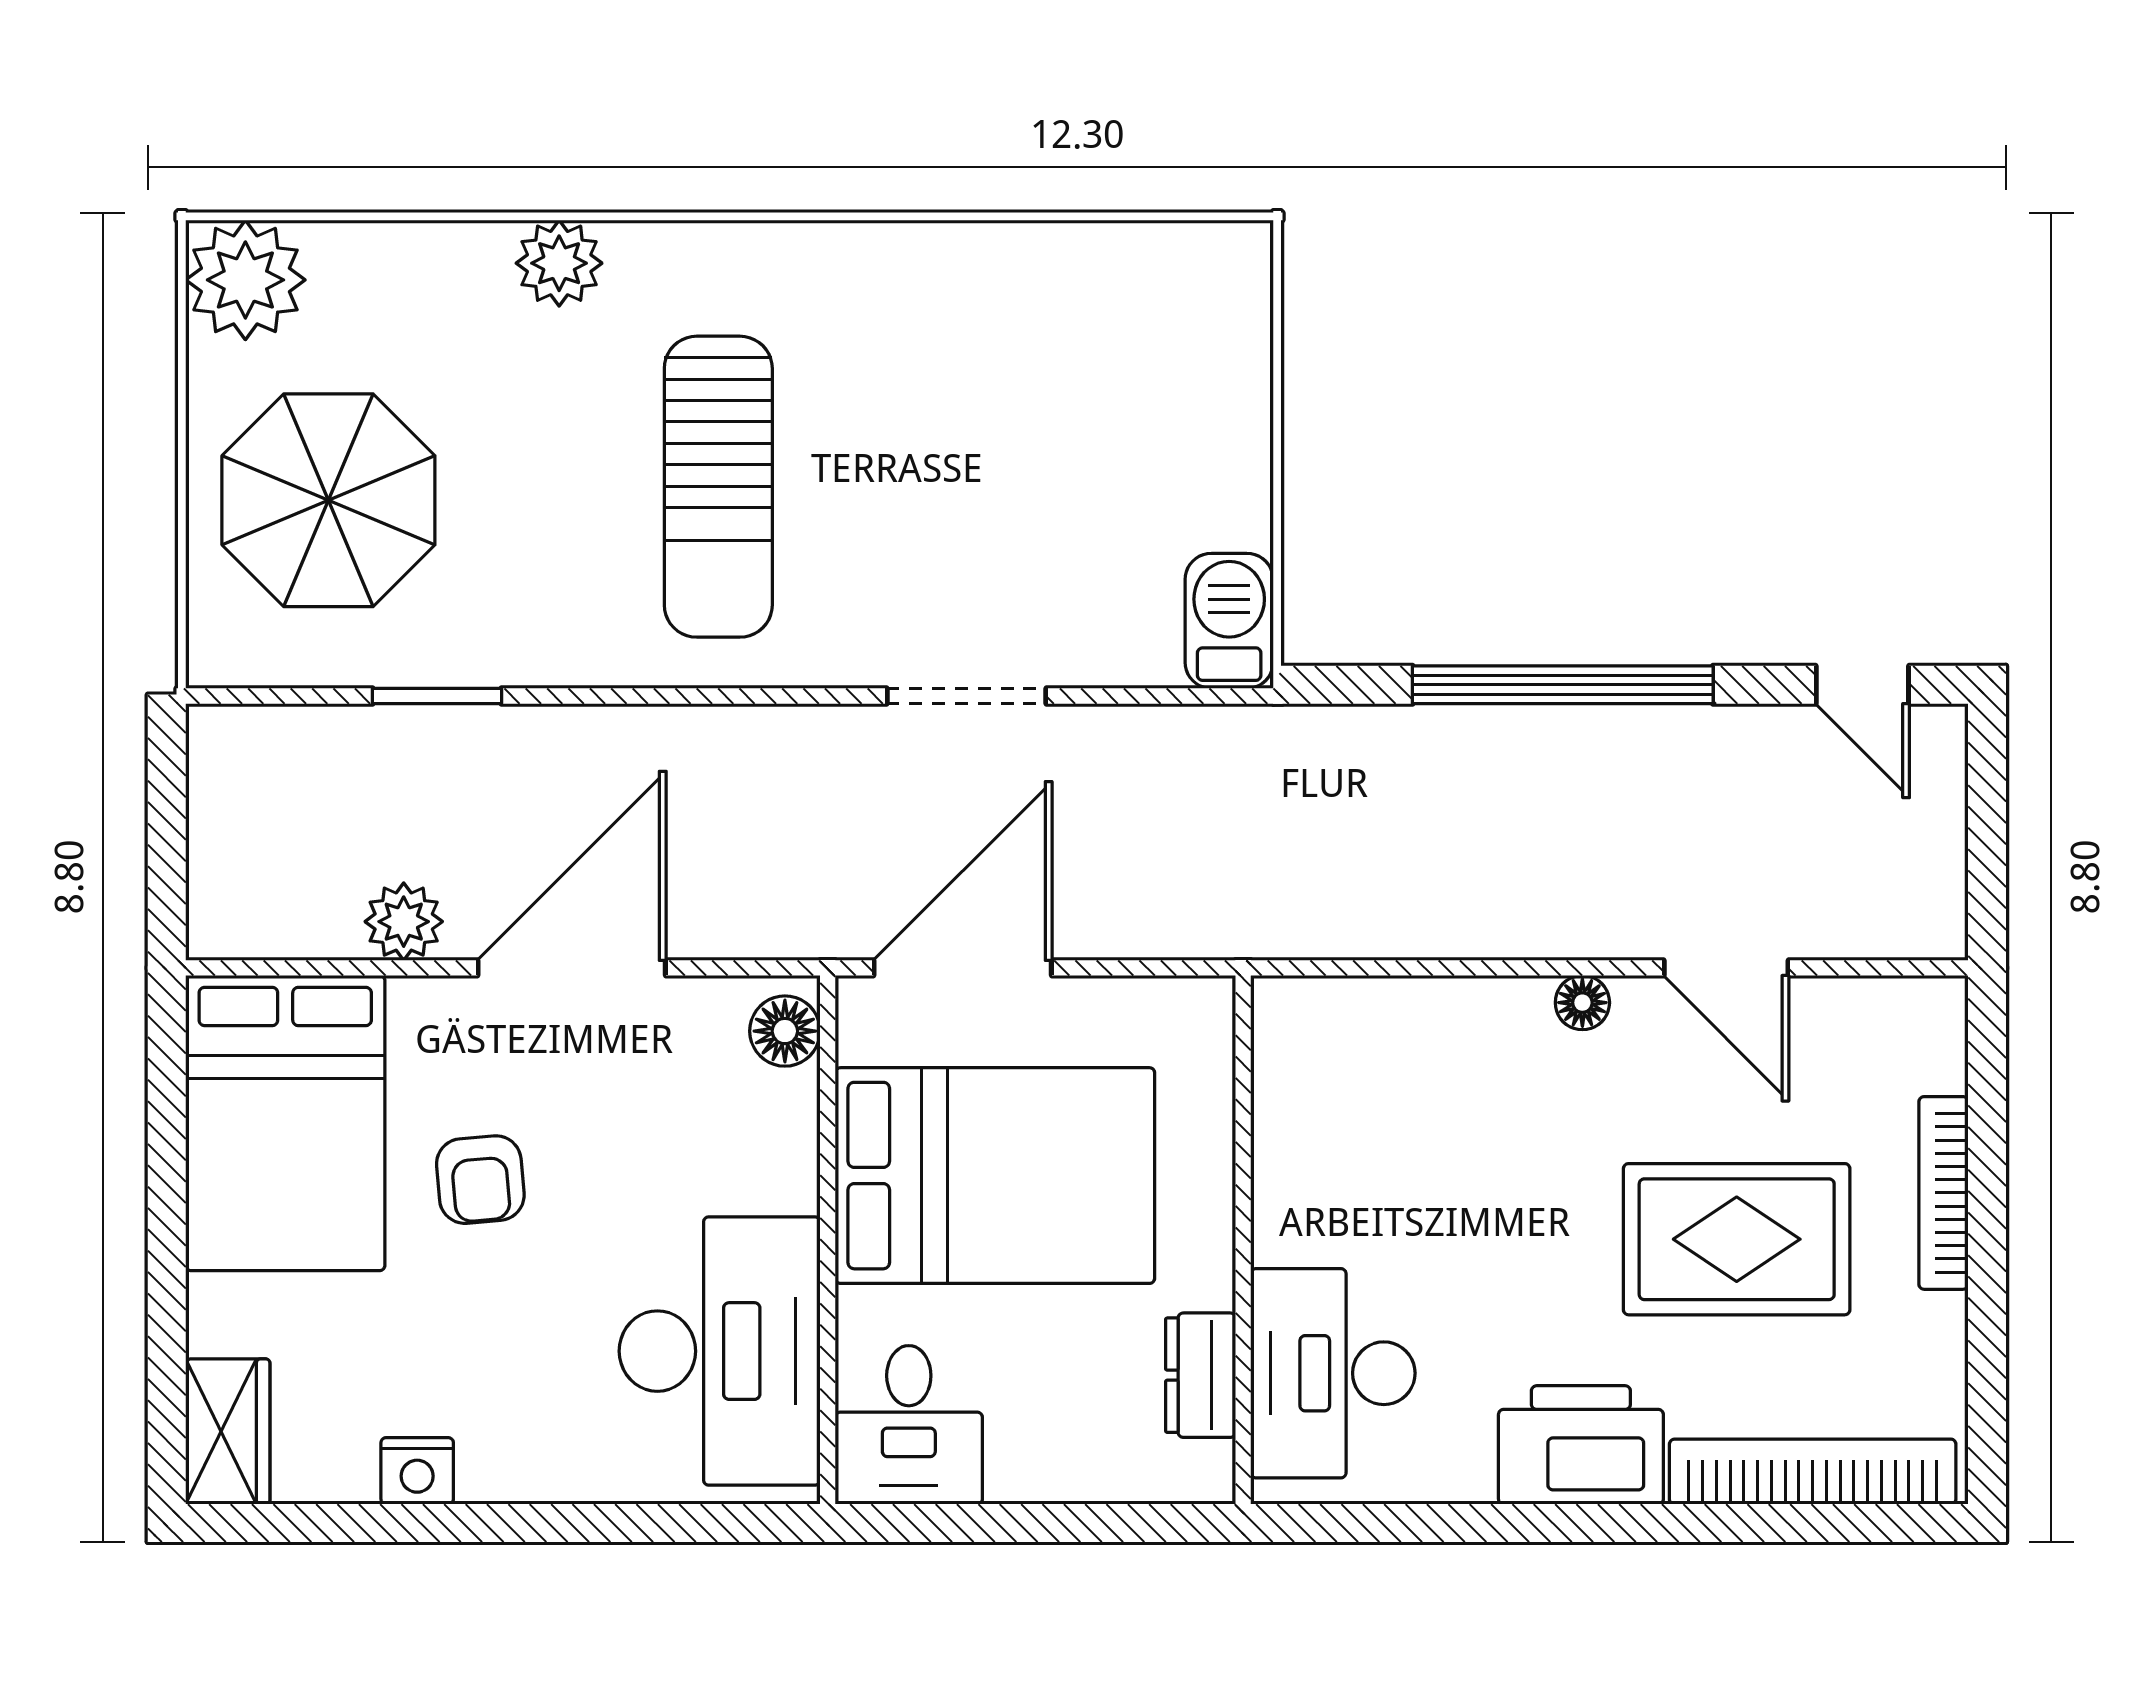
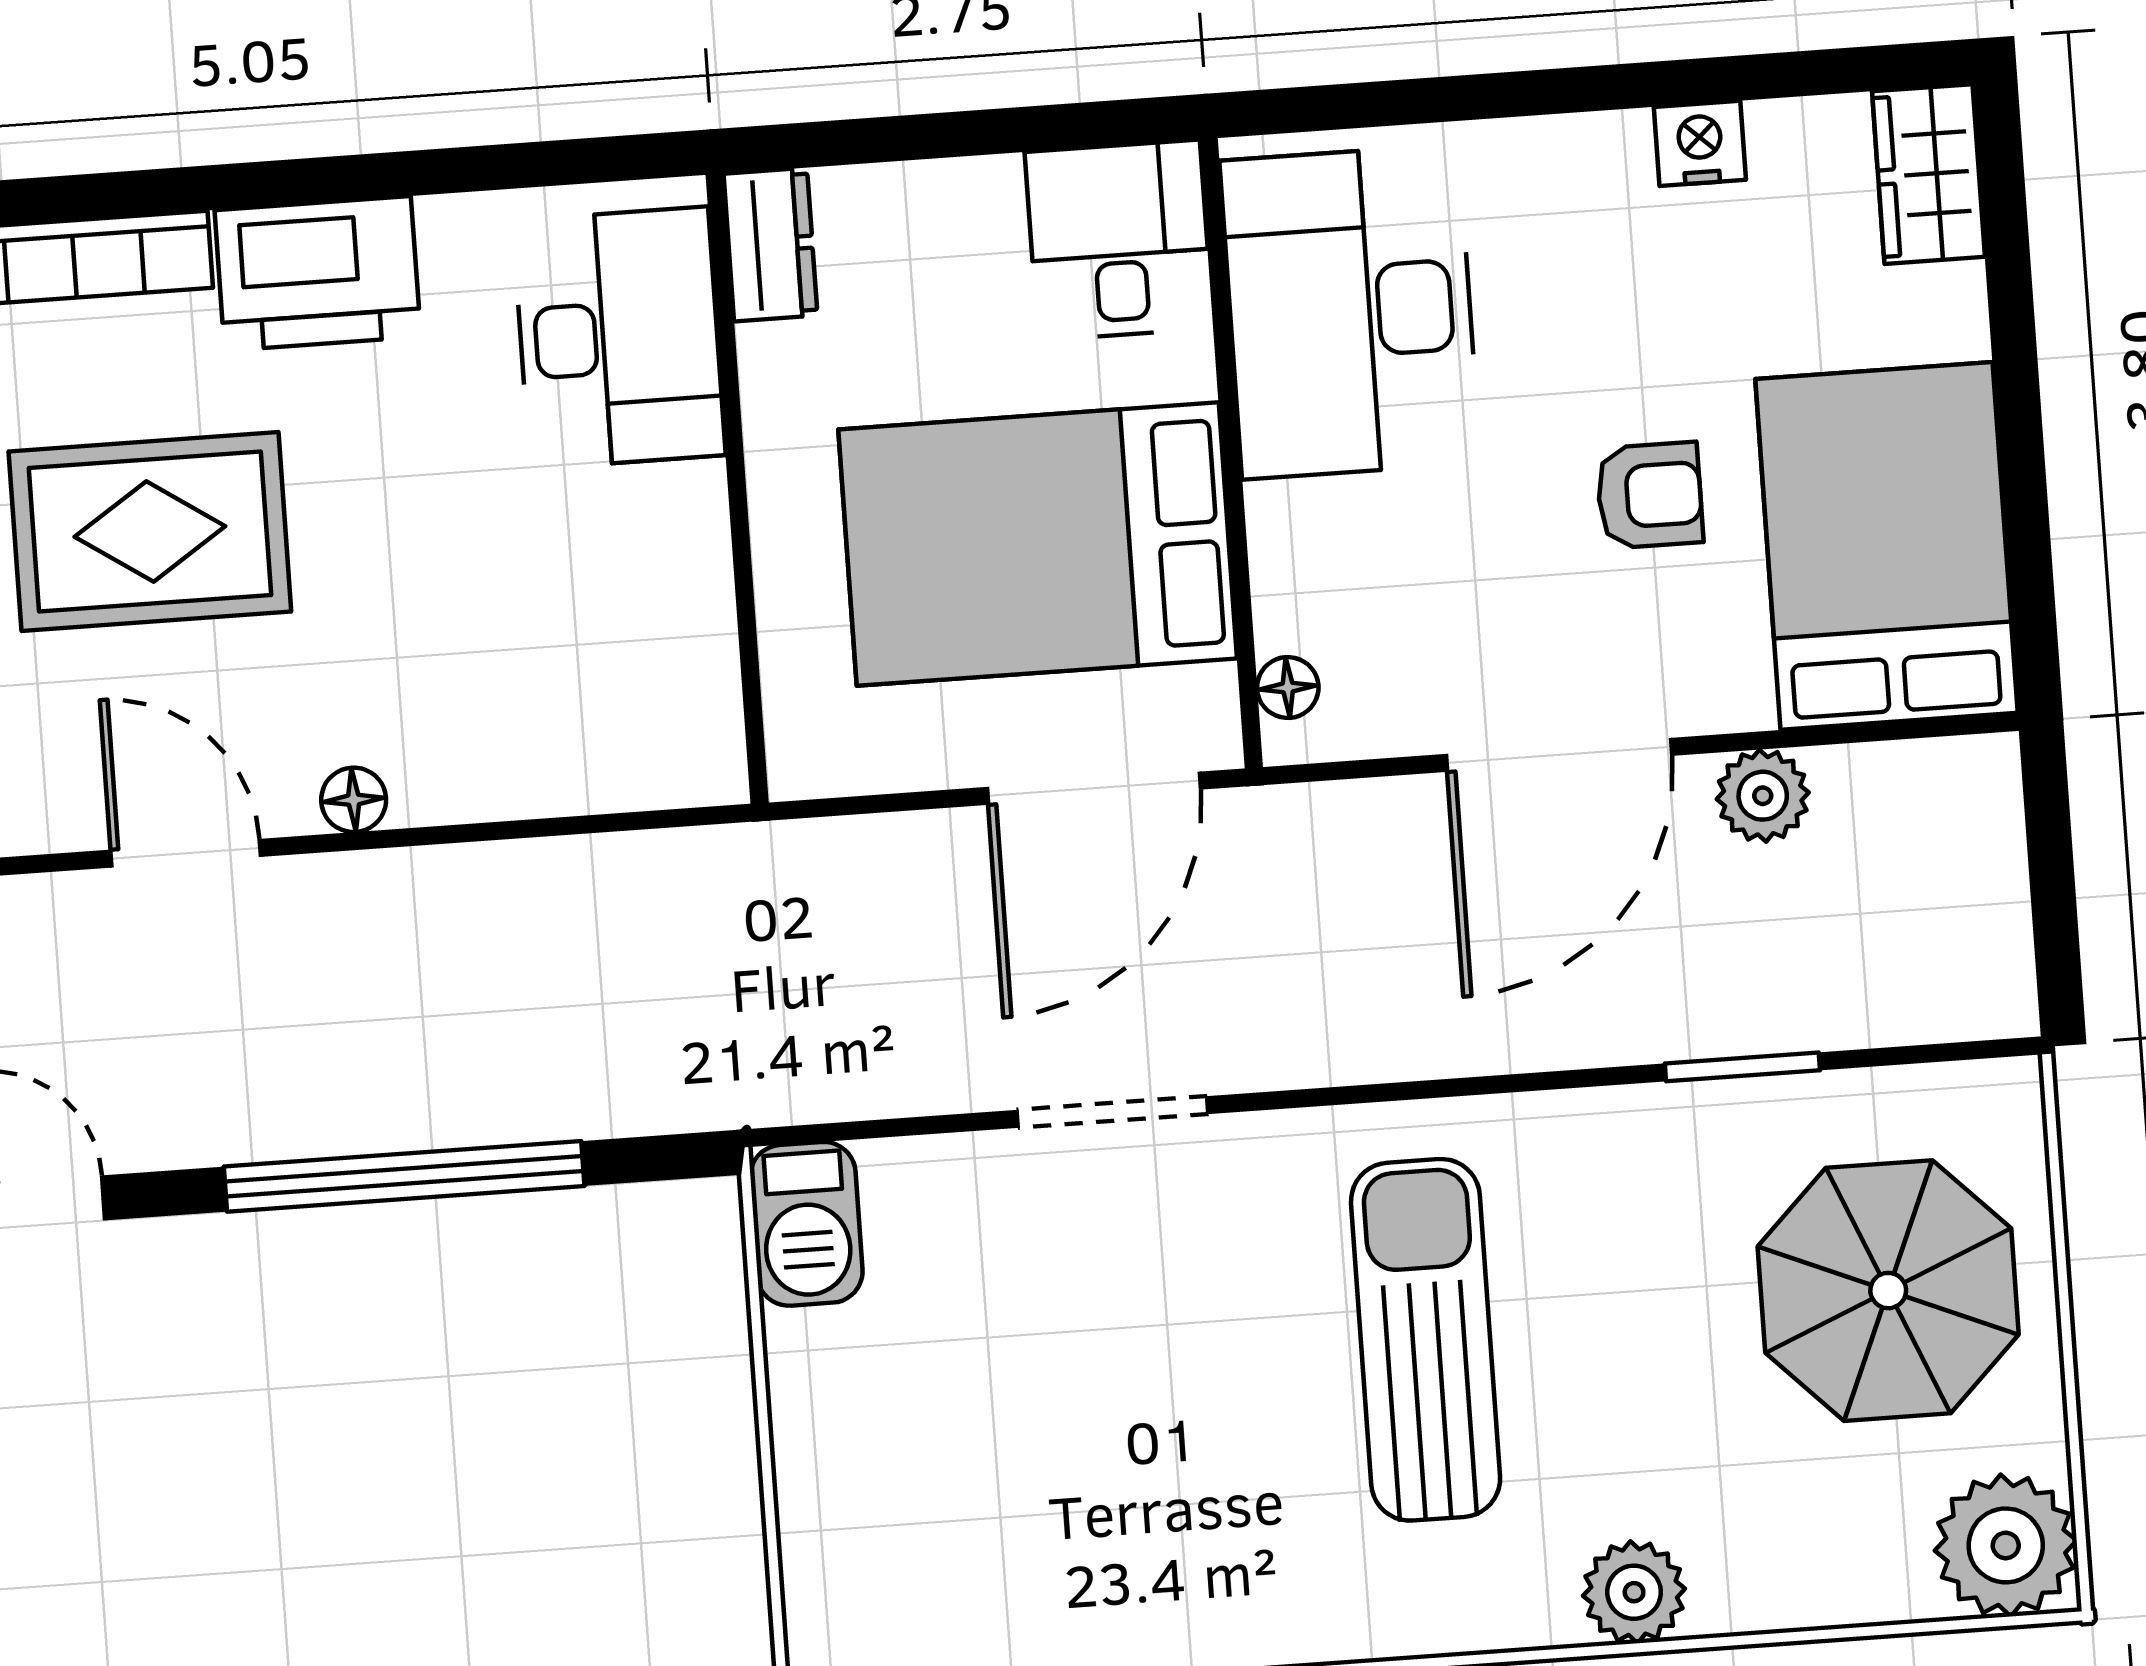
floor lamp: (785, 1031) -> (1288, 688), width x0.73, depth x0.73
armchair: (480, 1180) -> (1650, 495), turned 95
dresser: (1201, 1375) -> (770, 245), moved

